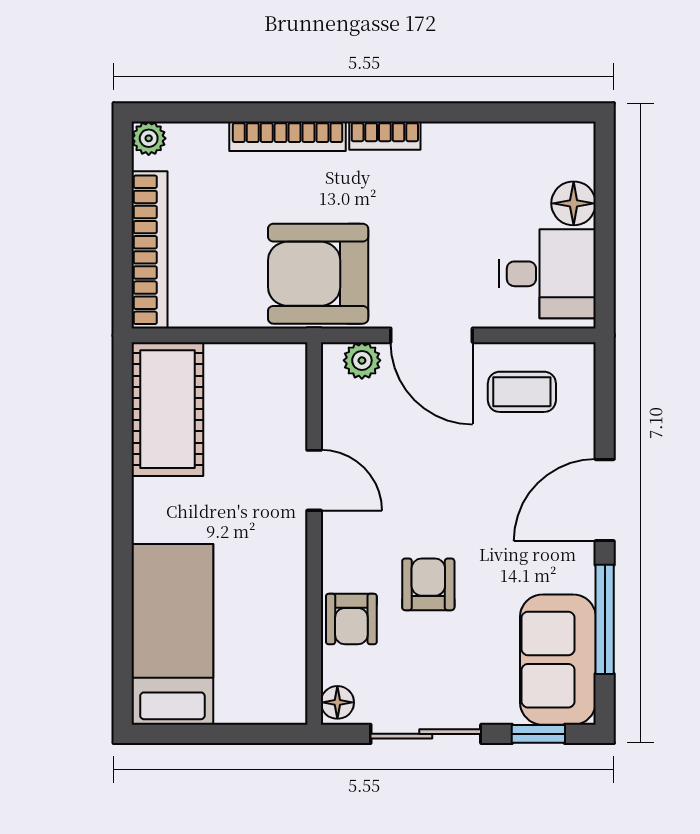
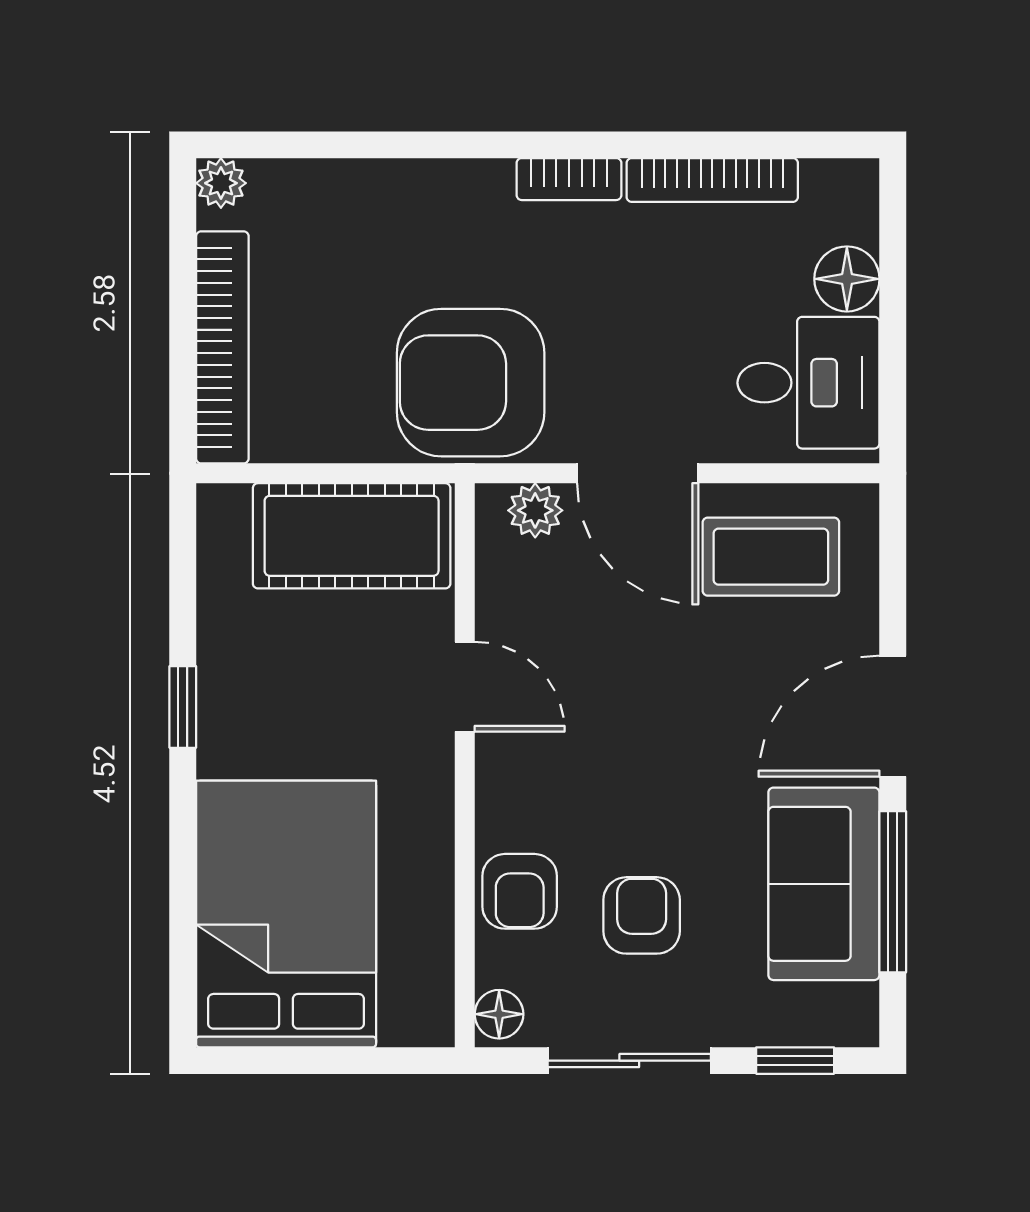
bookcase: (288, 136) -> (712, 180), moved
coffee table: (522, 392) -> (771, 557), width x1.36, depth x1.30
cot: (167, 409) -> (352, 536), moved, turned 90
window: (123, 494) -> (183, 707), added
armchair: (428, 584) -> (642, 915), moved
bed: (172, 634) -> (286, 914), width x1.50
sofa: (558, 660) -> (824, 884), moved

